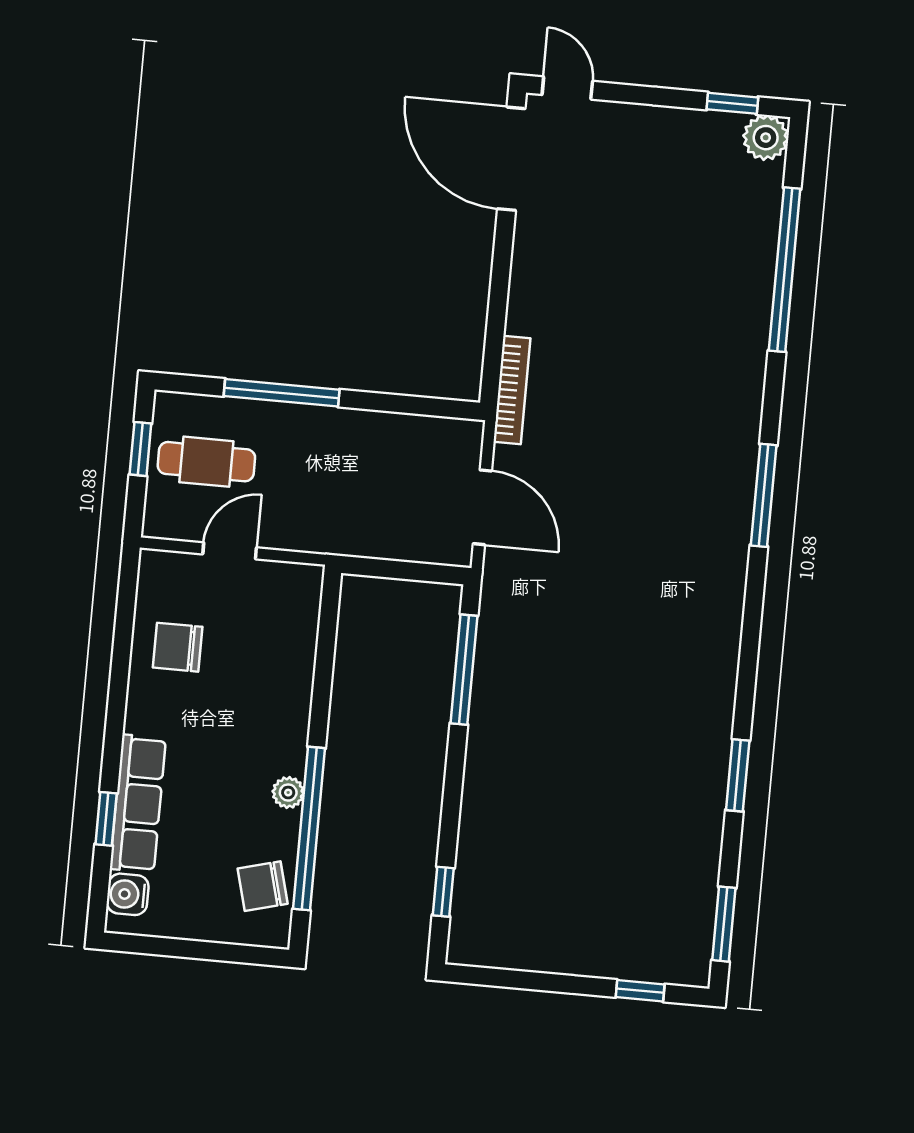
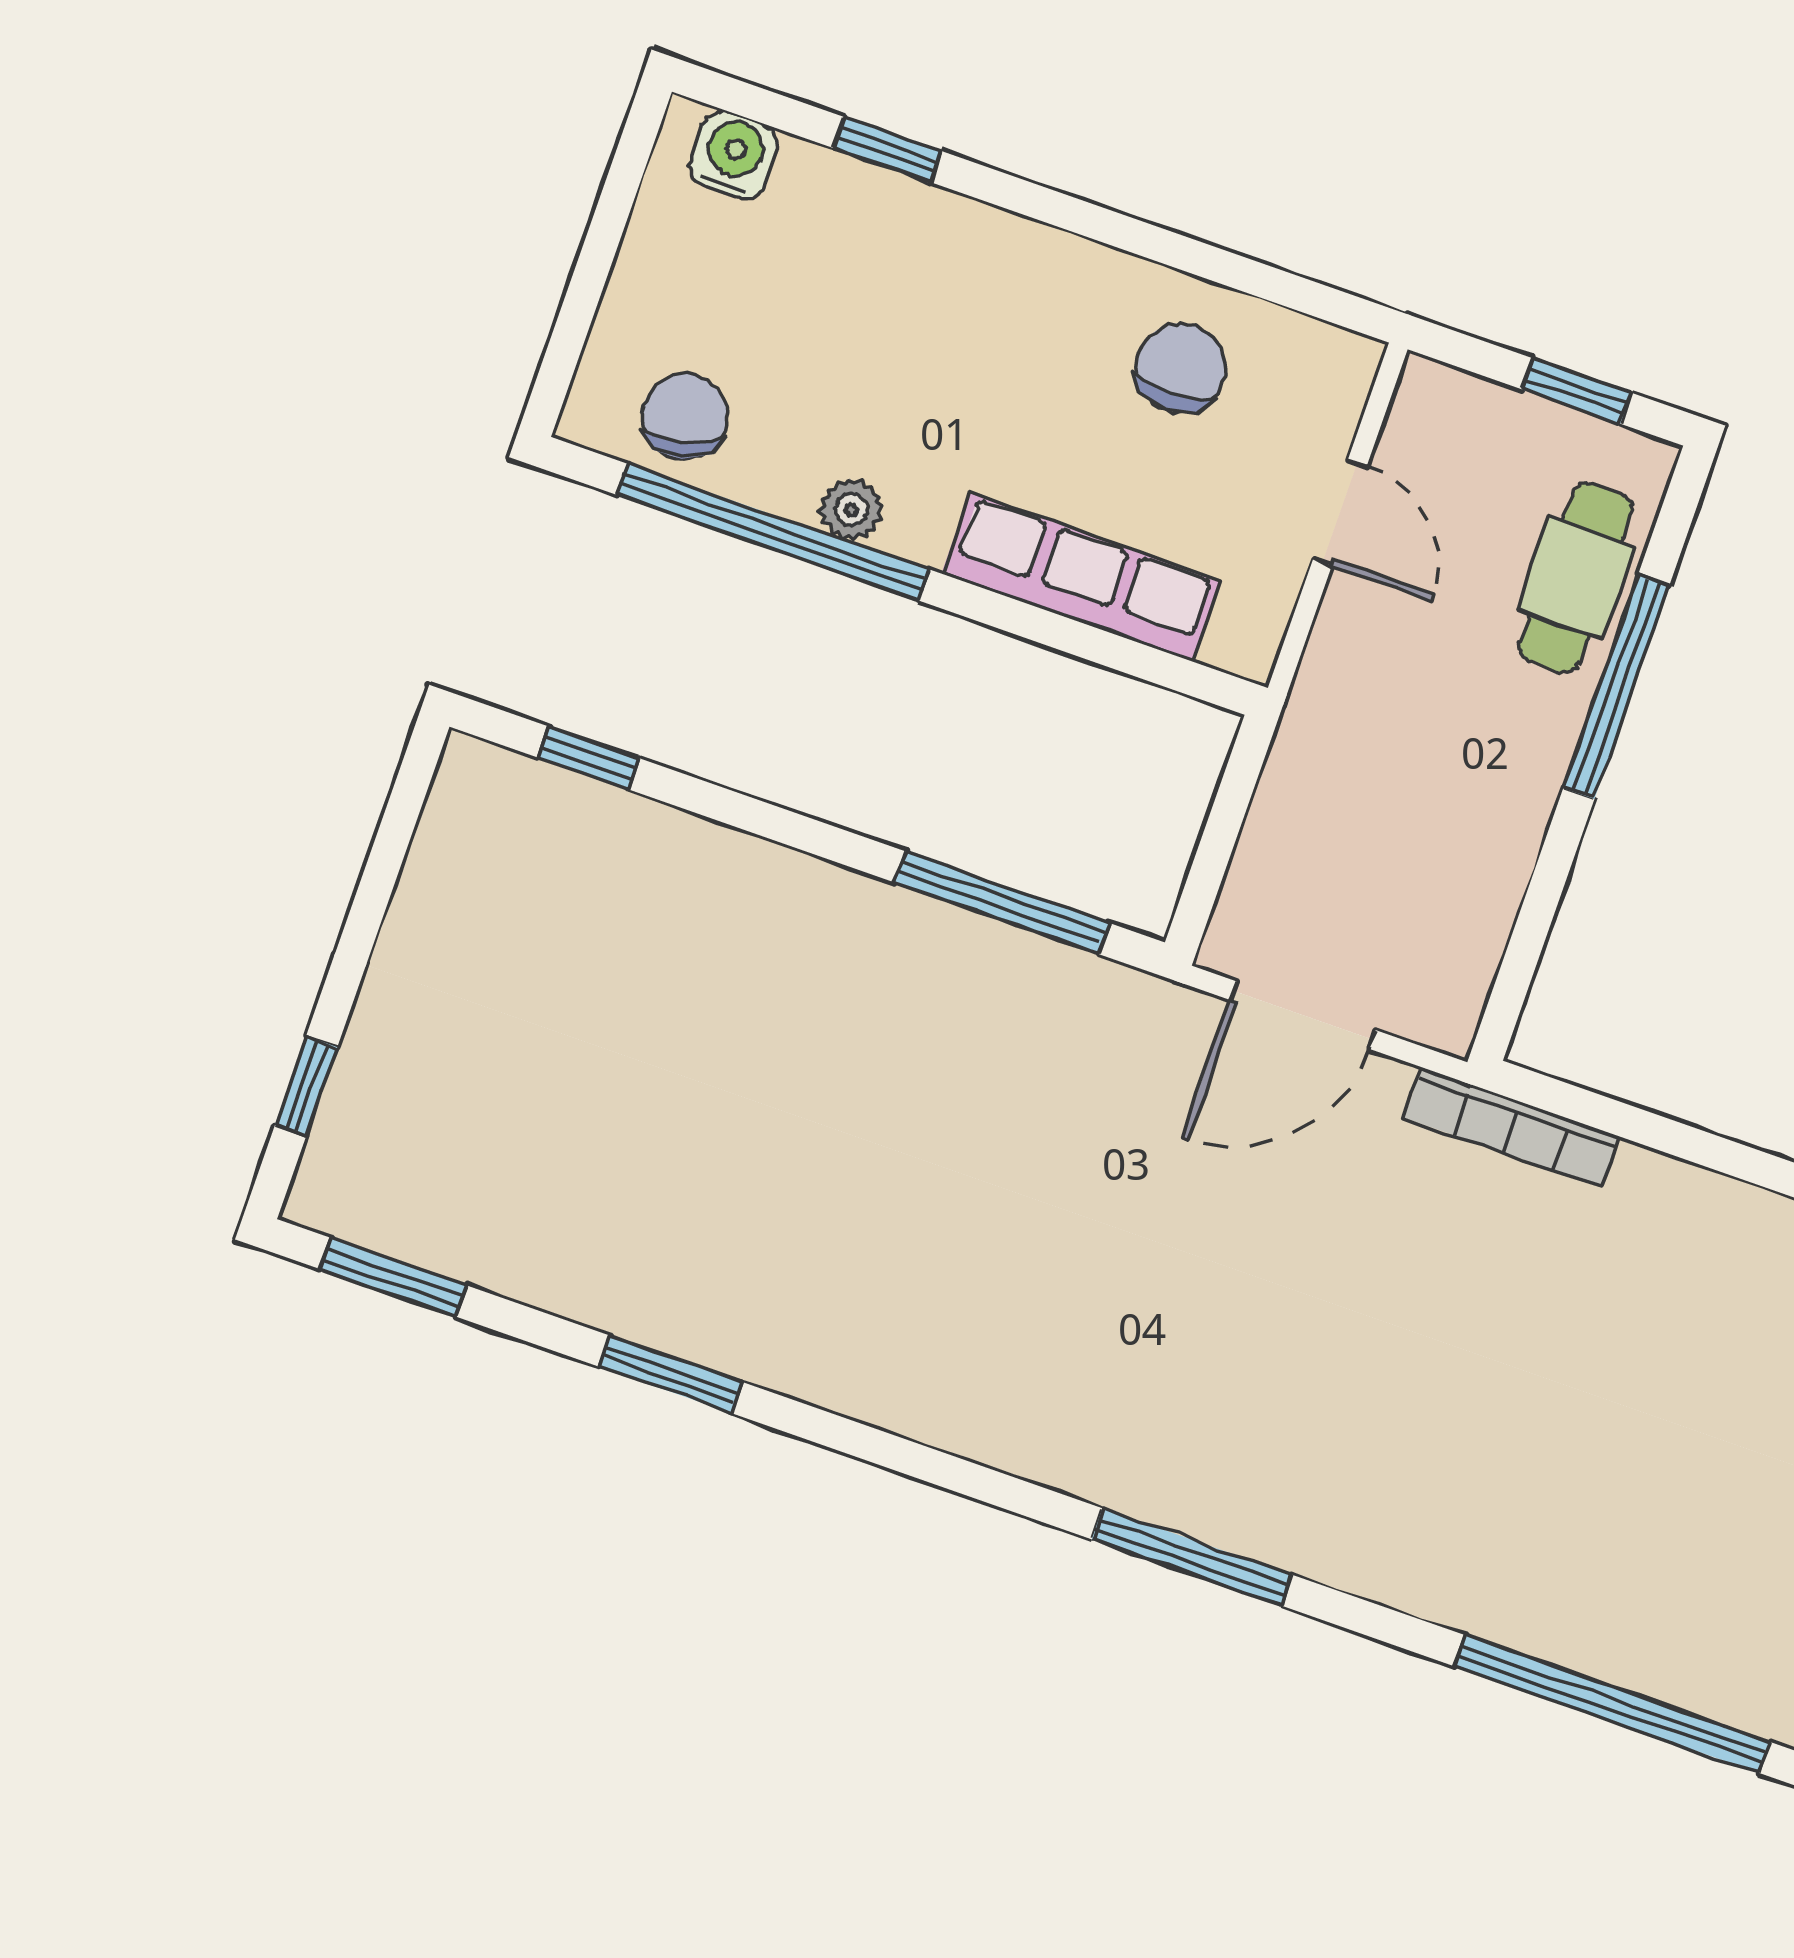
cafe table: (206, 462) -> (1576, 578), moved
row of seats: (138, 804) -> (1081, 577), moved, turned 180

